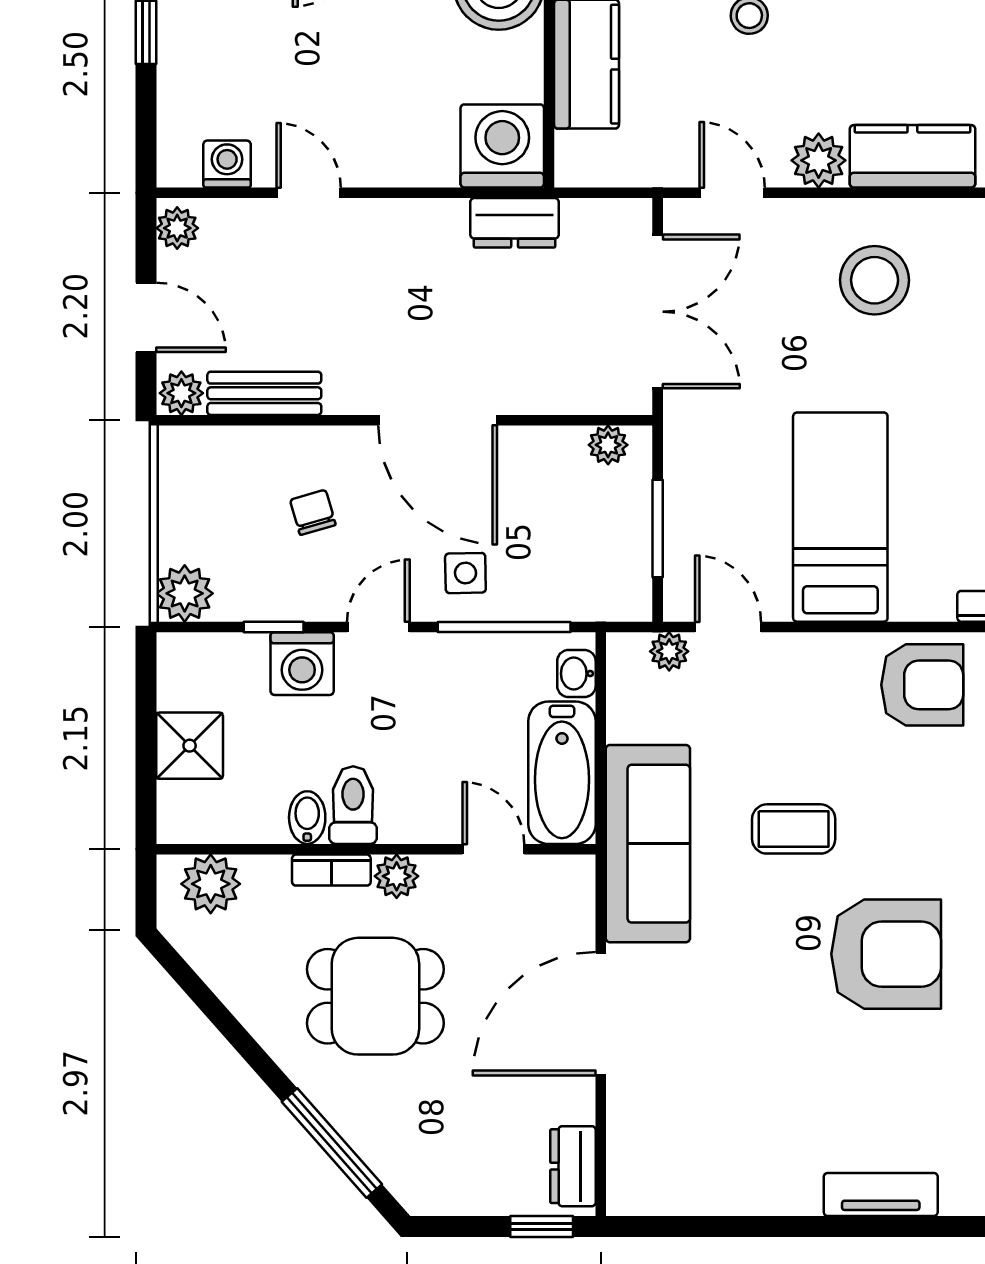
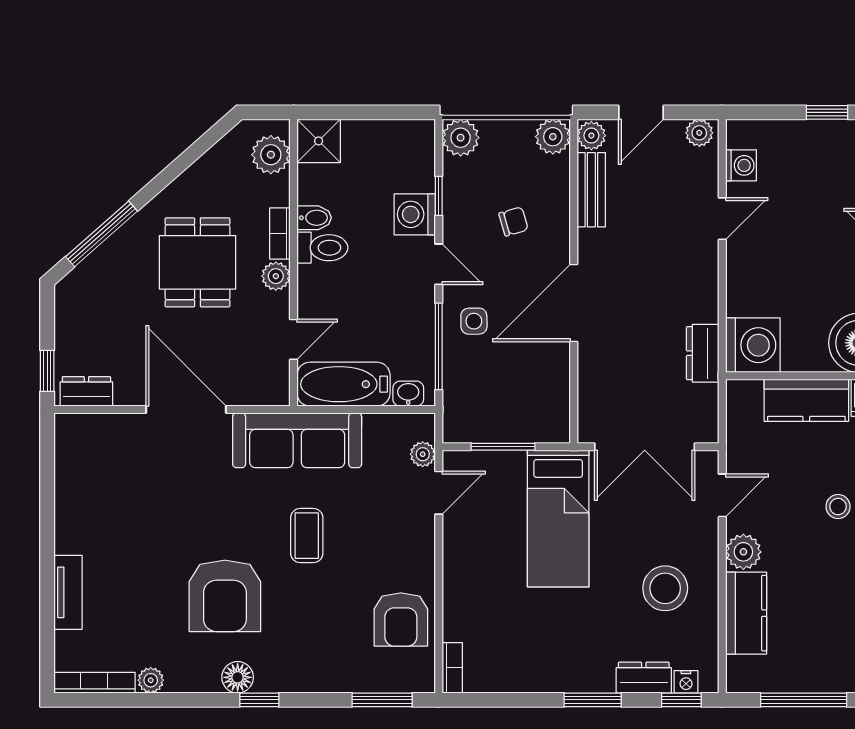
plant: (608, 445) -> (553, 137), moved, width x1.38, depth x1.38
bed: (840, 517) -> (558, 518), moved, turned 90
shower: (190, 746) -> (319, 141), moved

